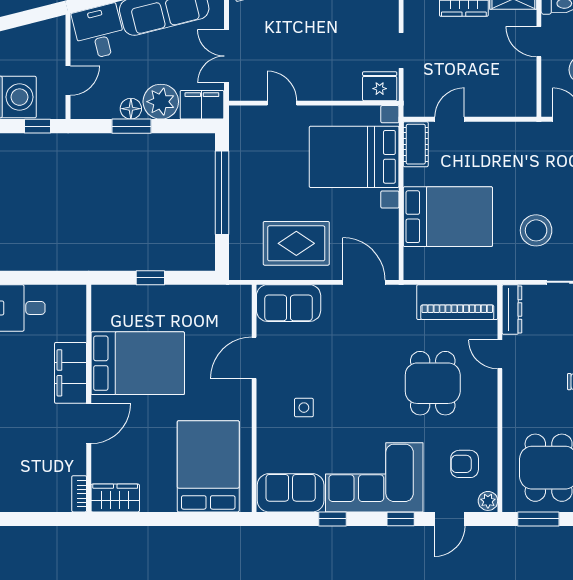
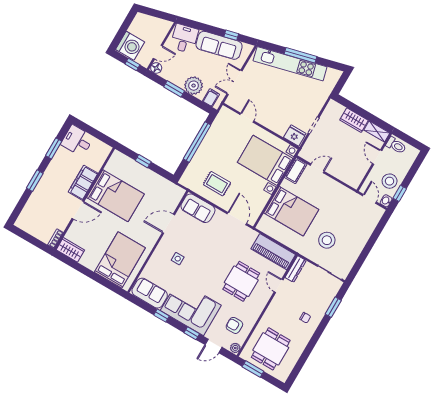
filing cabinet: (202, 105) -> (211, 98), width x0.50
floor lamp: (131, 109) -> (156, 68), moved
rug: (296, 243) -> (217, 184), width x0.73, depth x0.70

